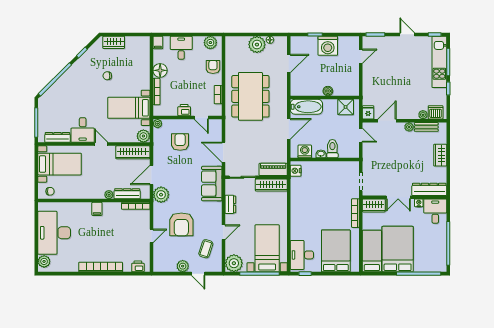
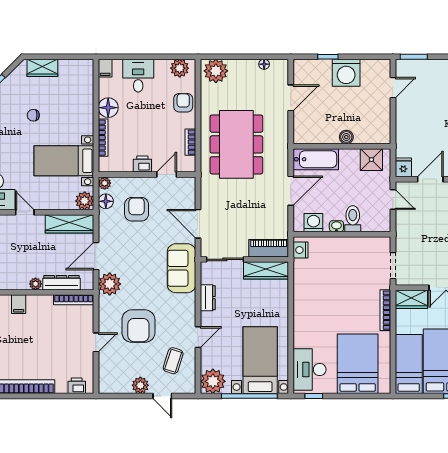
plant: (257, 45) -> (216, 71), moved
door: (201, 118) -> (167, 175), swing flipped
floor lamp: (158, 136) -> (106, 201), added

